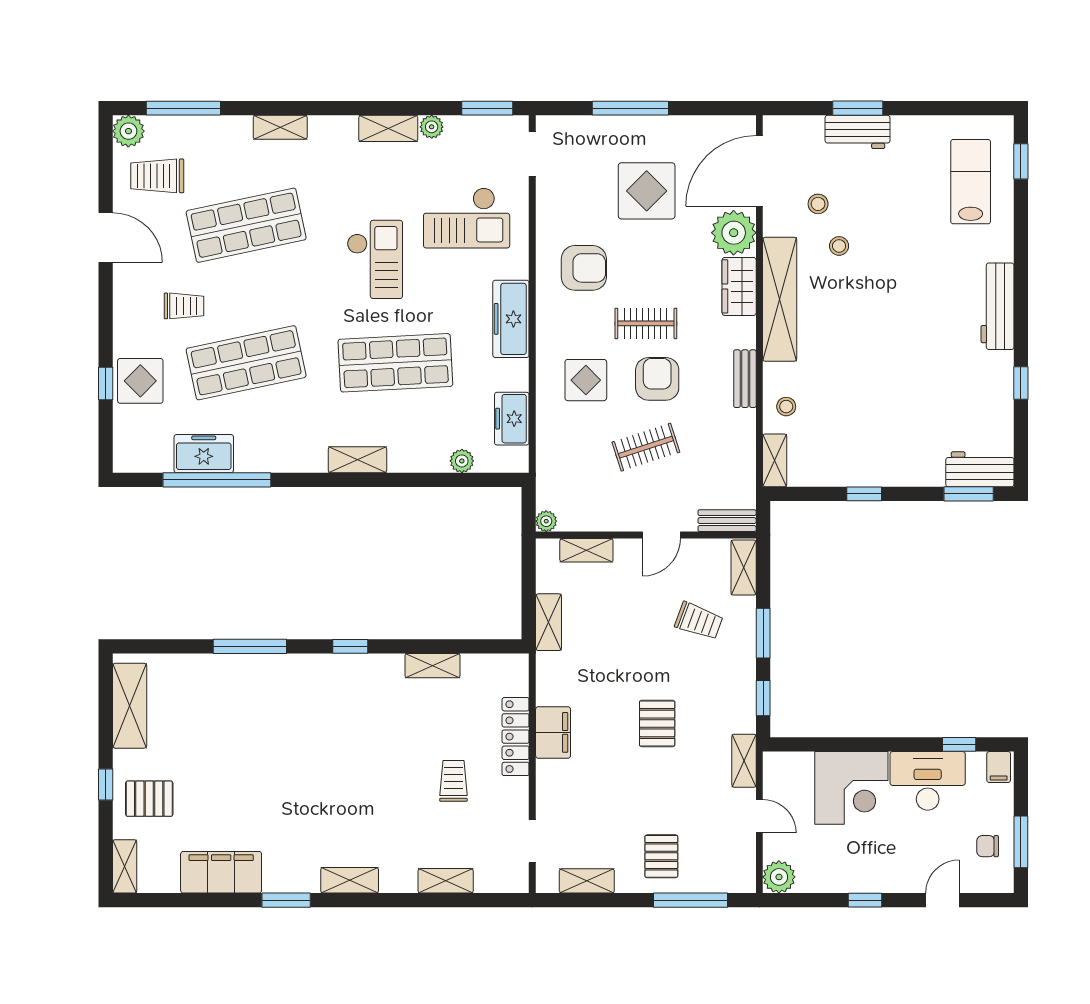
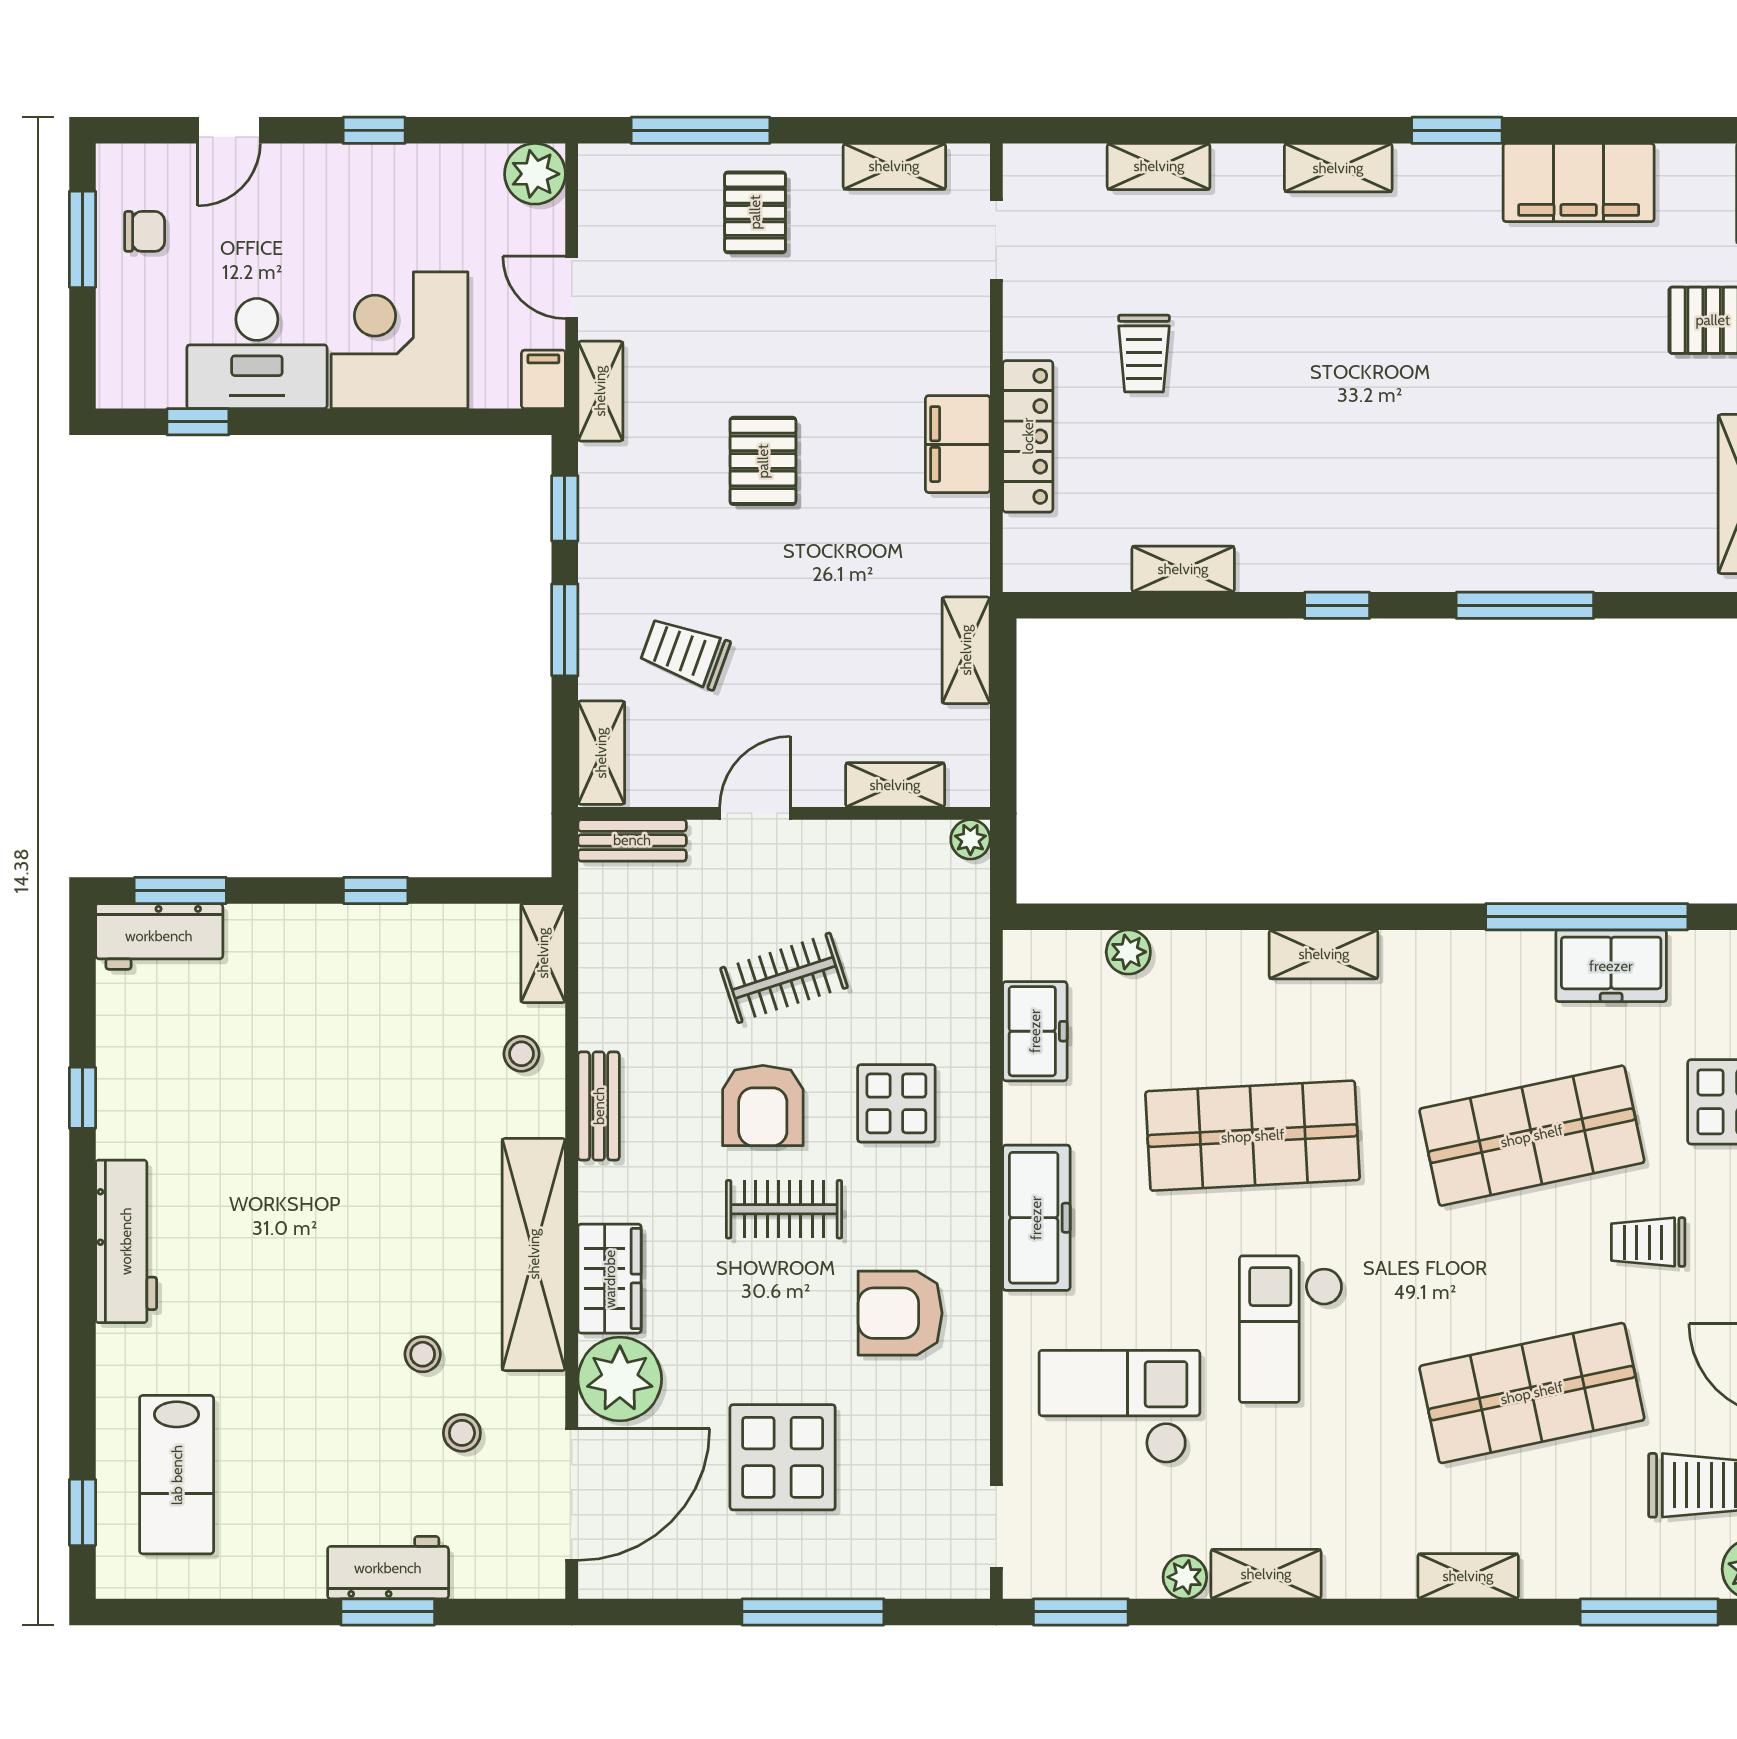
filing cabinet: (999, 767) -> (543, 379), moved

